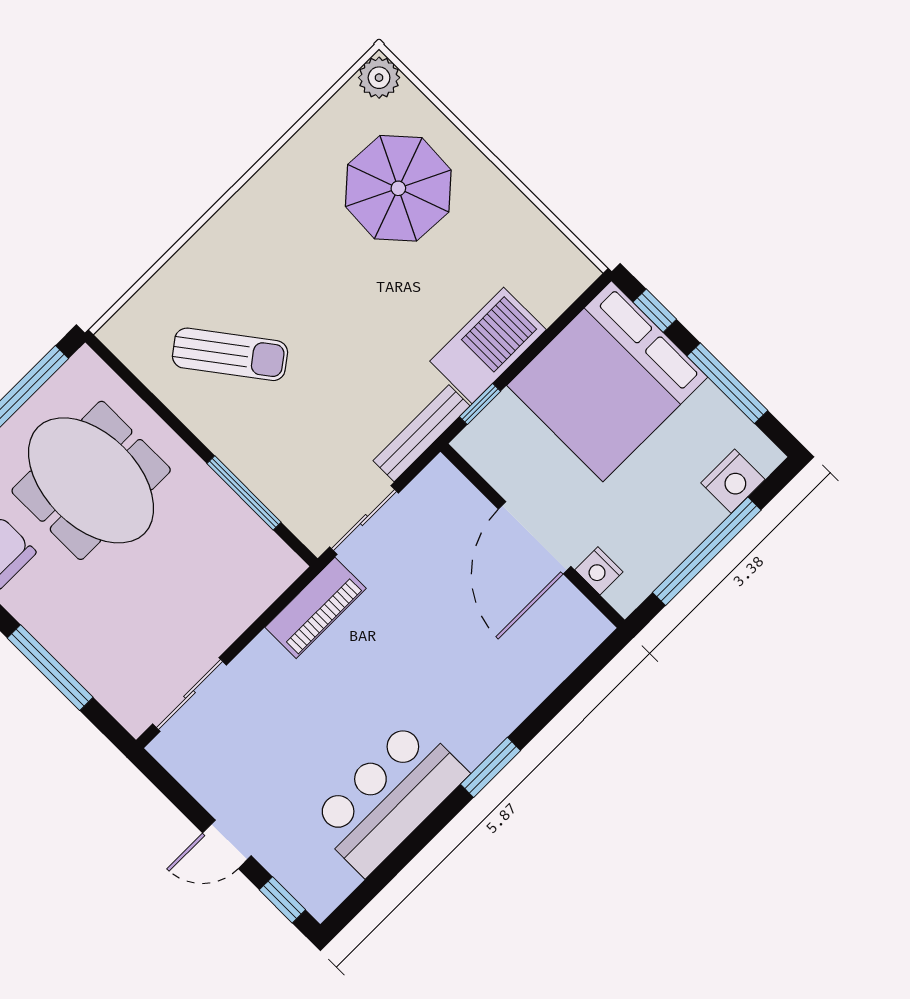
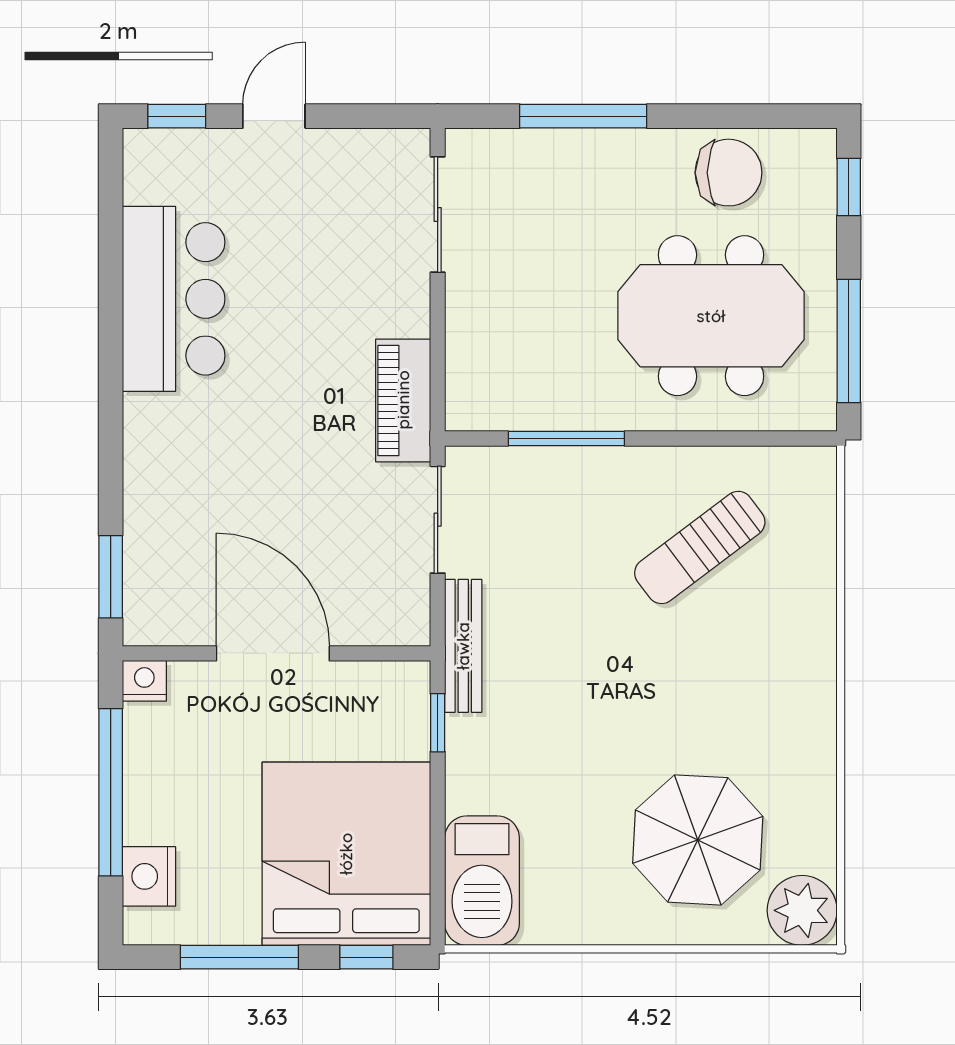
plant: (379, 78) -> (802, 910), width x1.36, depth x1.36
barbecue: (488, 345) -> (482, 881), moved
nightstand: (599, 571) -> (144, 681), moved
window: (491, 767) -> (111, 577), moved

